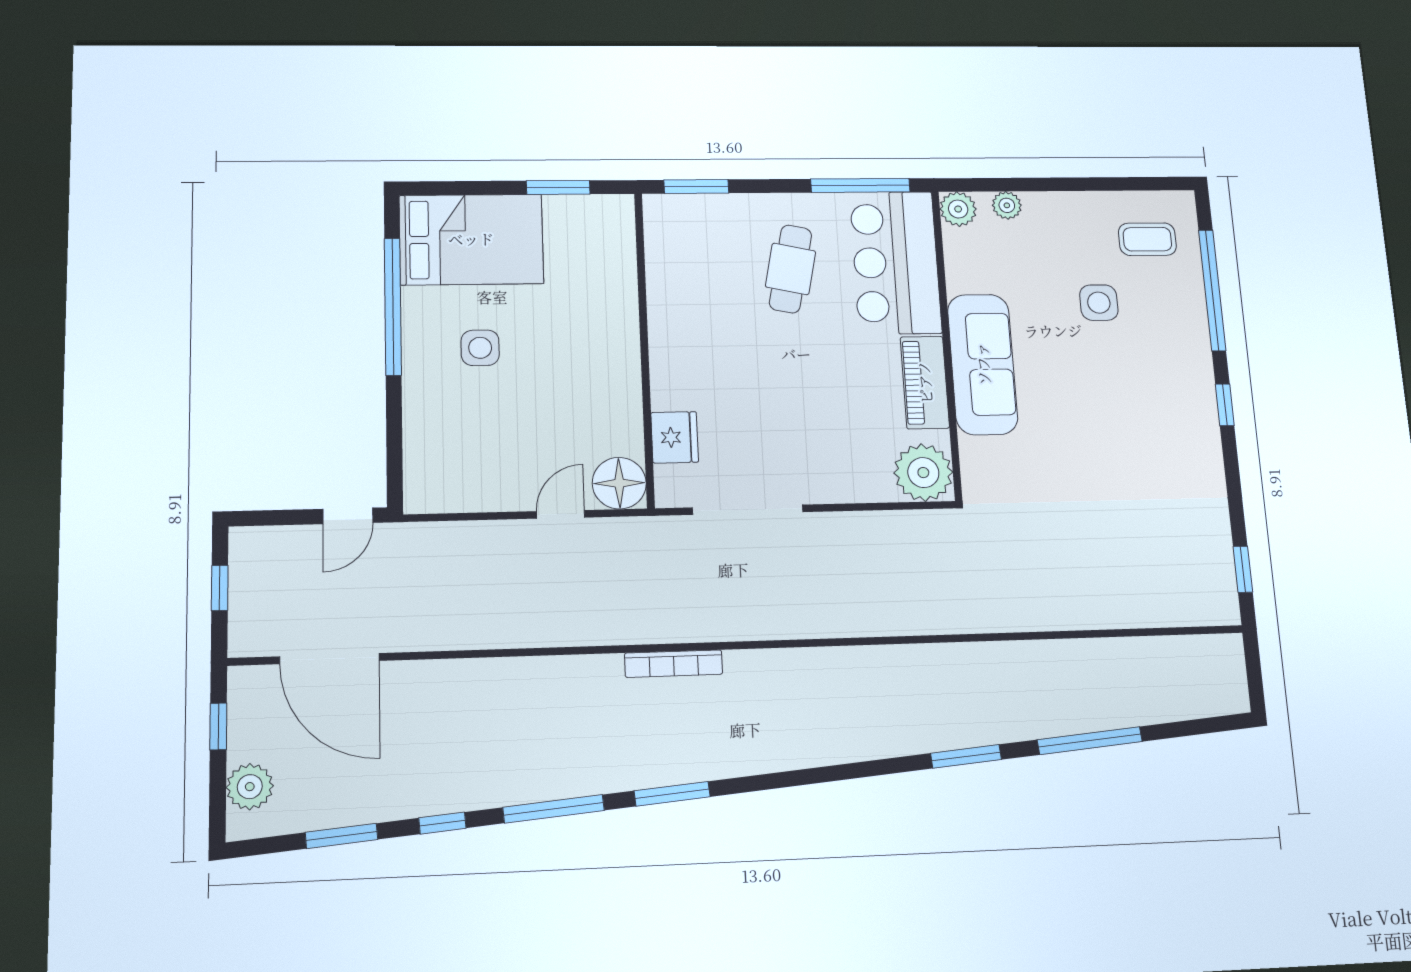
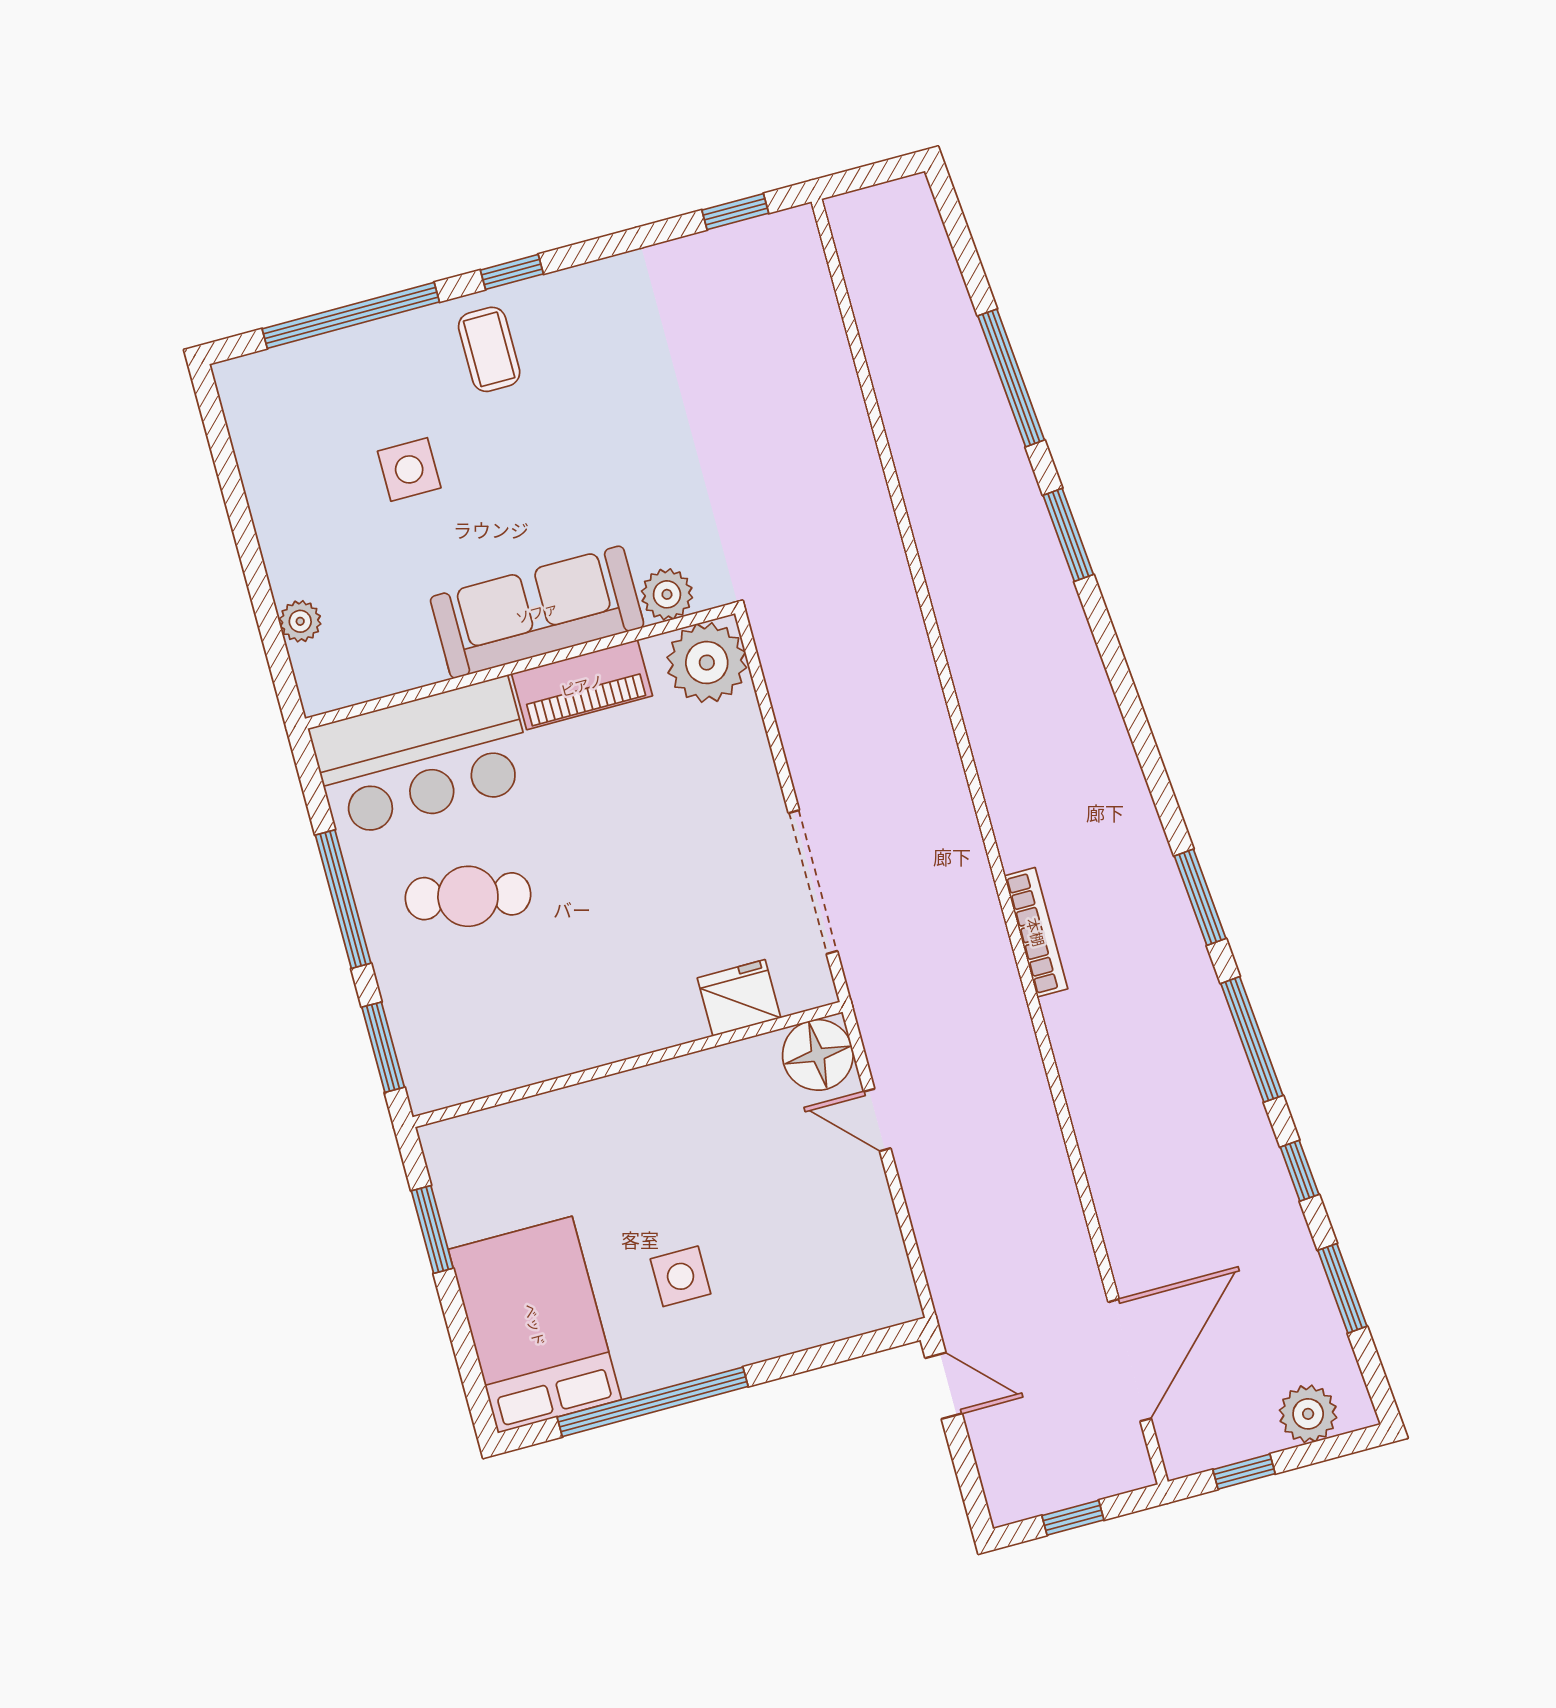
window: (860, 185) -> (343, 899), moved
plant: (958, 209) -> (667, 594), moved
coffee table: (1147, 239) -> (489, 349), moved

